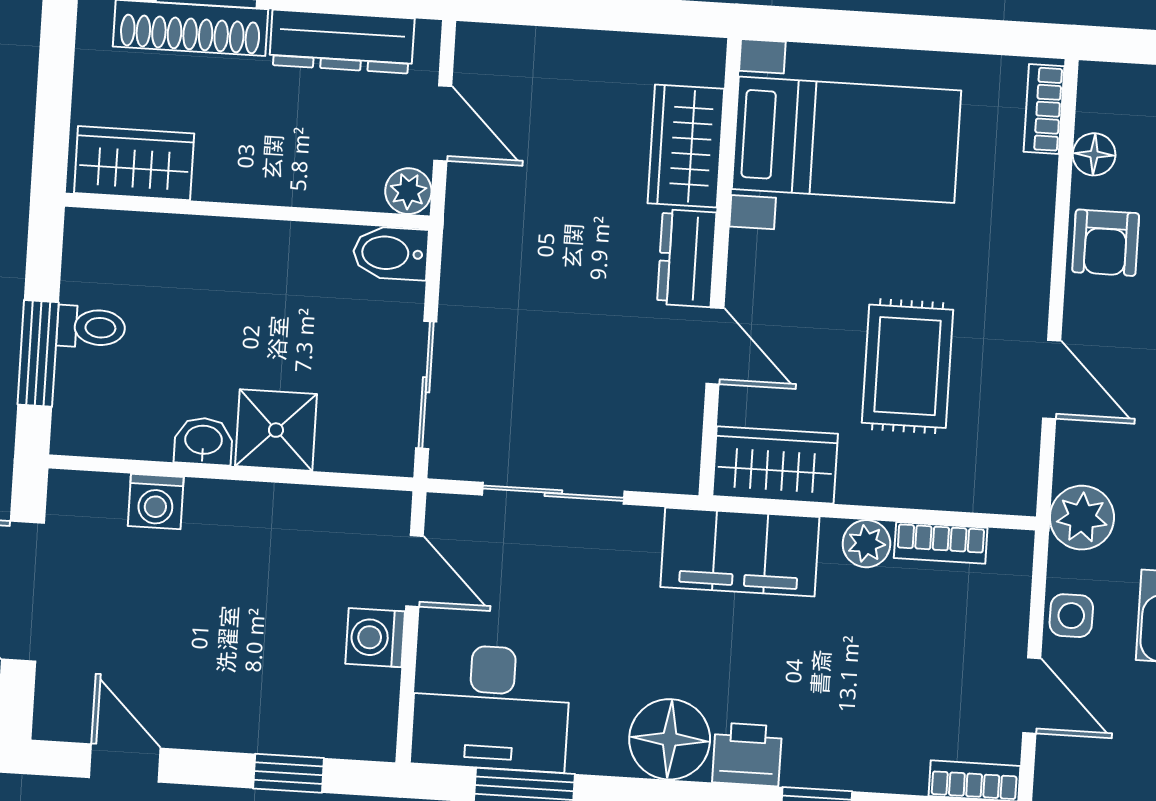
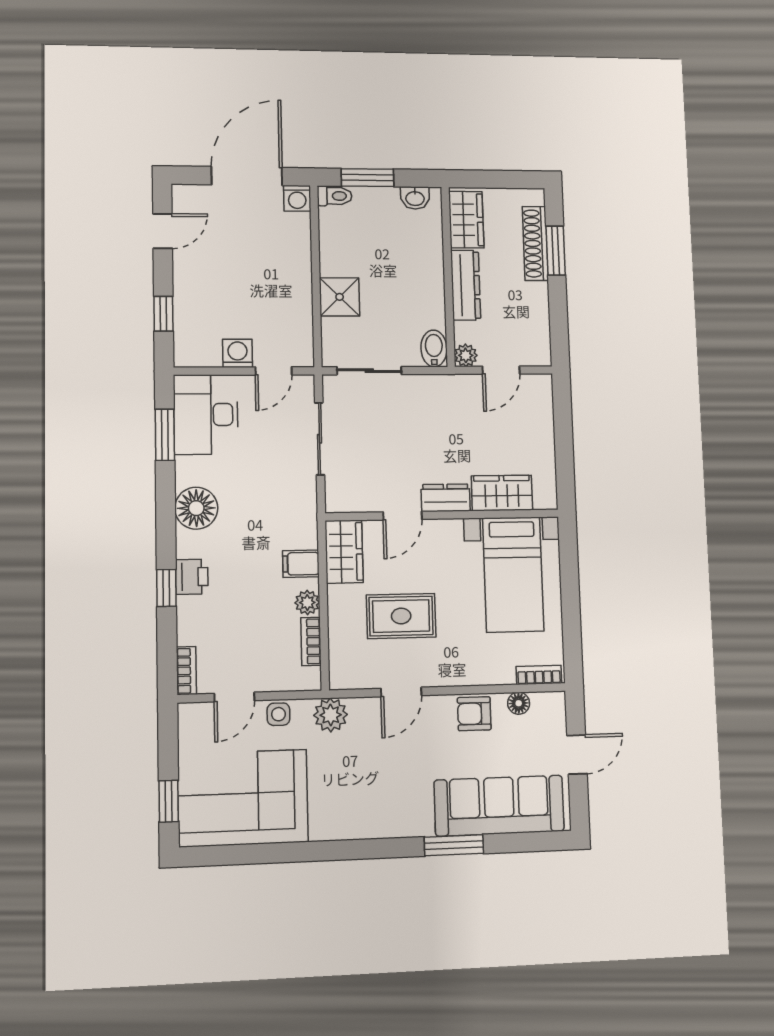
dresser: (342, 42) -> (466, 285), moved, turned 180
toilet: (91, 327) -> (335, 196), moved, turned -90
washbasin: (203, 441) -> (415, 198), moved, turned 90
washing machine: (156, 501) -> (297, 198), moved, turned -90
filing cabinet: (740, 552) -> (301, 564), width x0.33, depth x0.86
printer: (747, 754) -> (192, 577), moved

